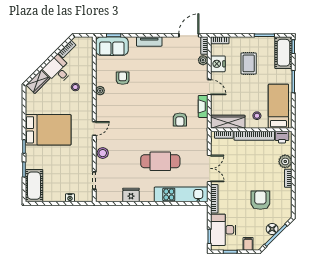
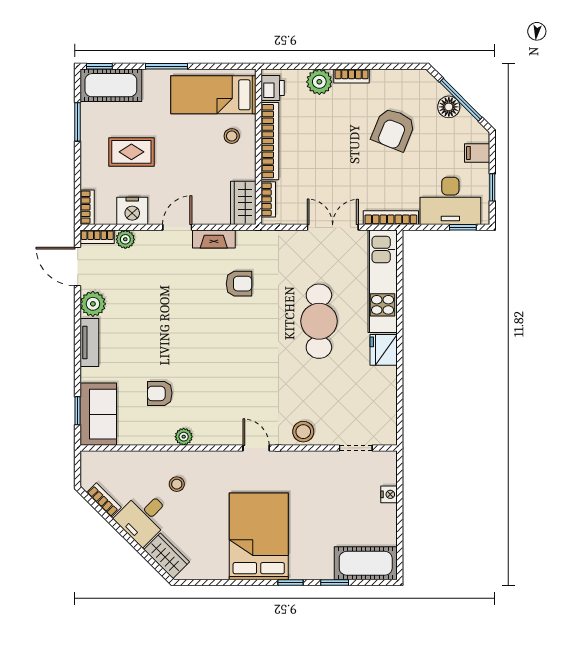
plant: (169, 43) -> (93, 304), added
wardrobe: (228, 122) -> (243, 203), width x0.67
fridge: (131, 195) -> (384, 350), moved
armchair: (260, 200) -> (393, 129), turned -68

